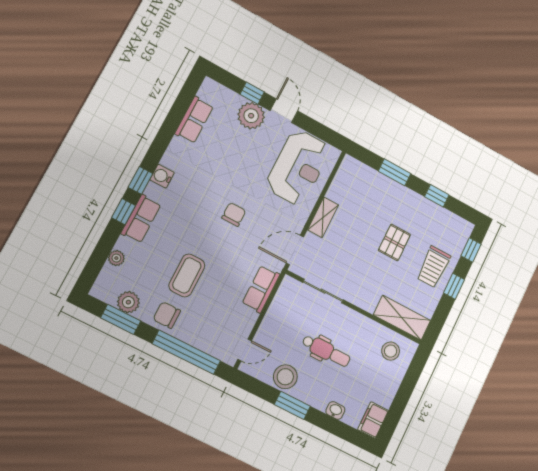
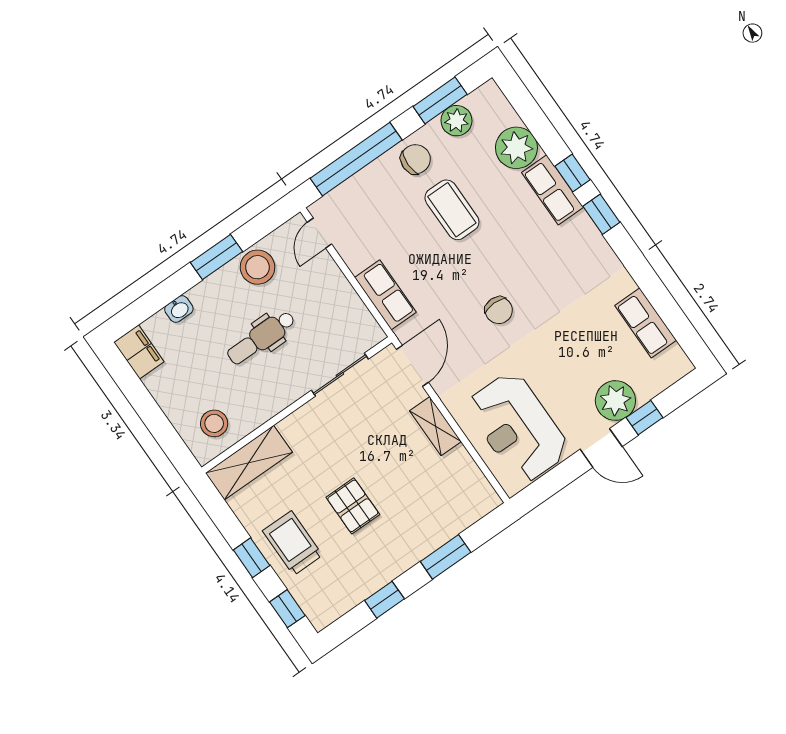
water cooler: (162, 176) -> (593, 244), removed
plant: (116, 258) -> (516, 148), width x1.87, depth x1.87

